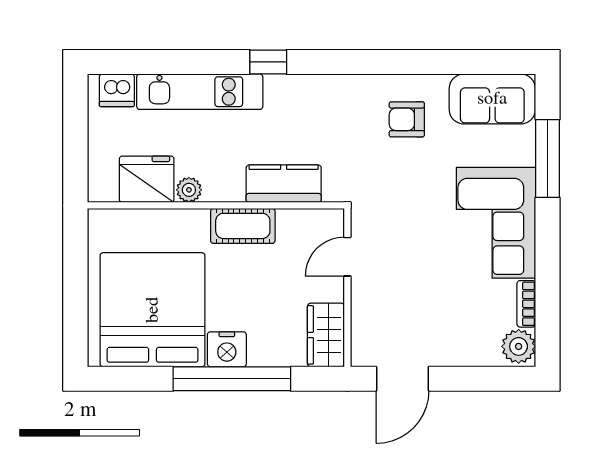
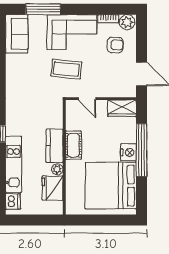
armchair: (407, 119) -> (115, 45), moved, turned -90
kitchen counter: (284, 184) -> (55, 146), moved
coffee table: (413, 210) -> (66, 69), added

